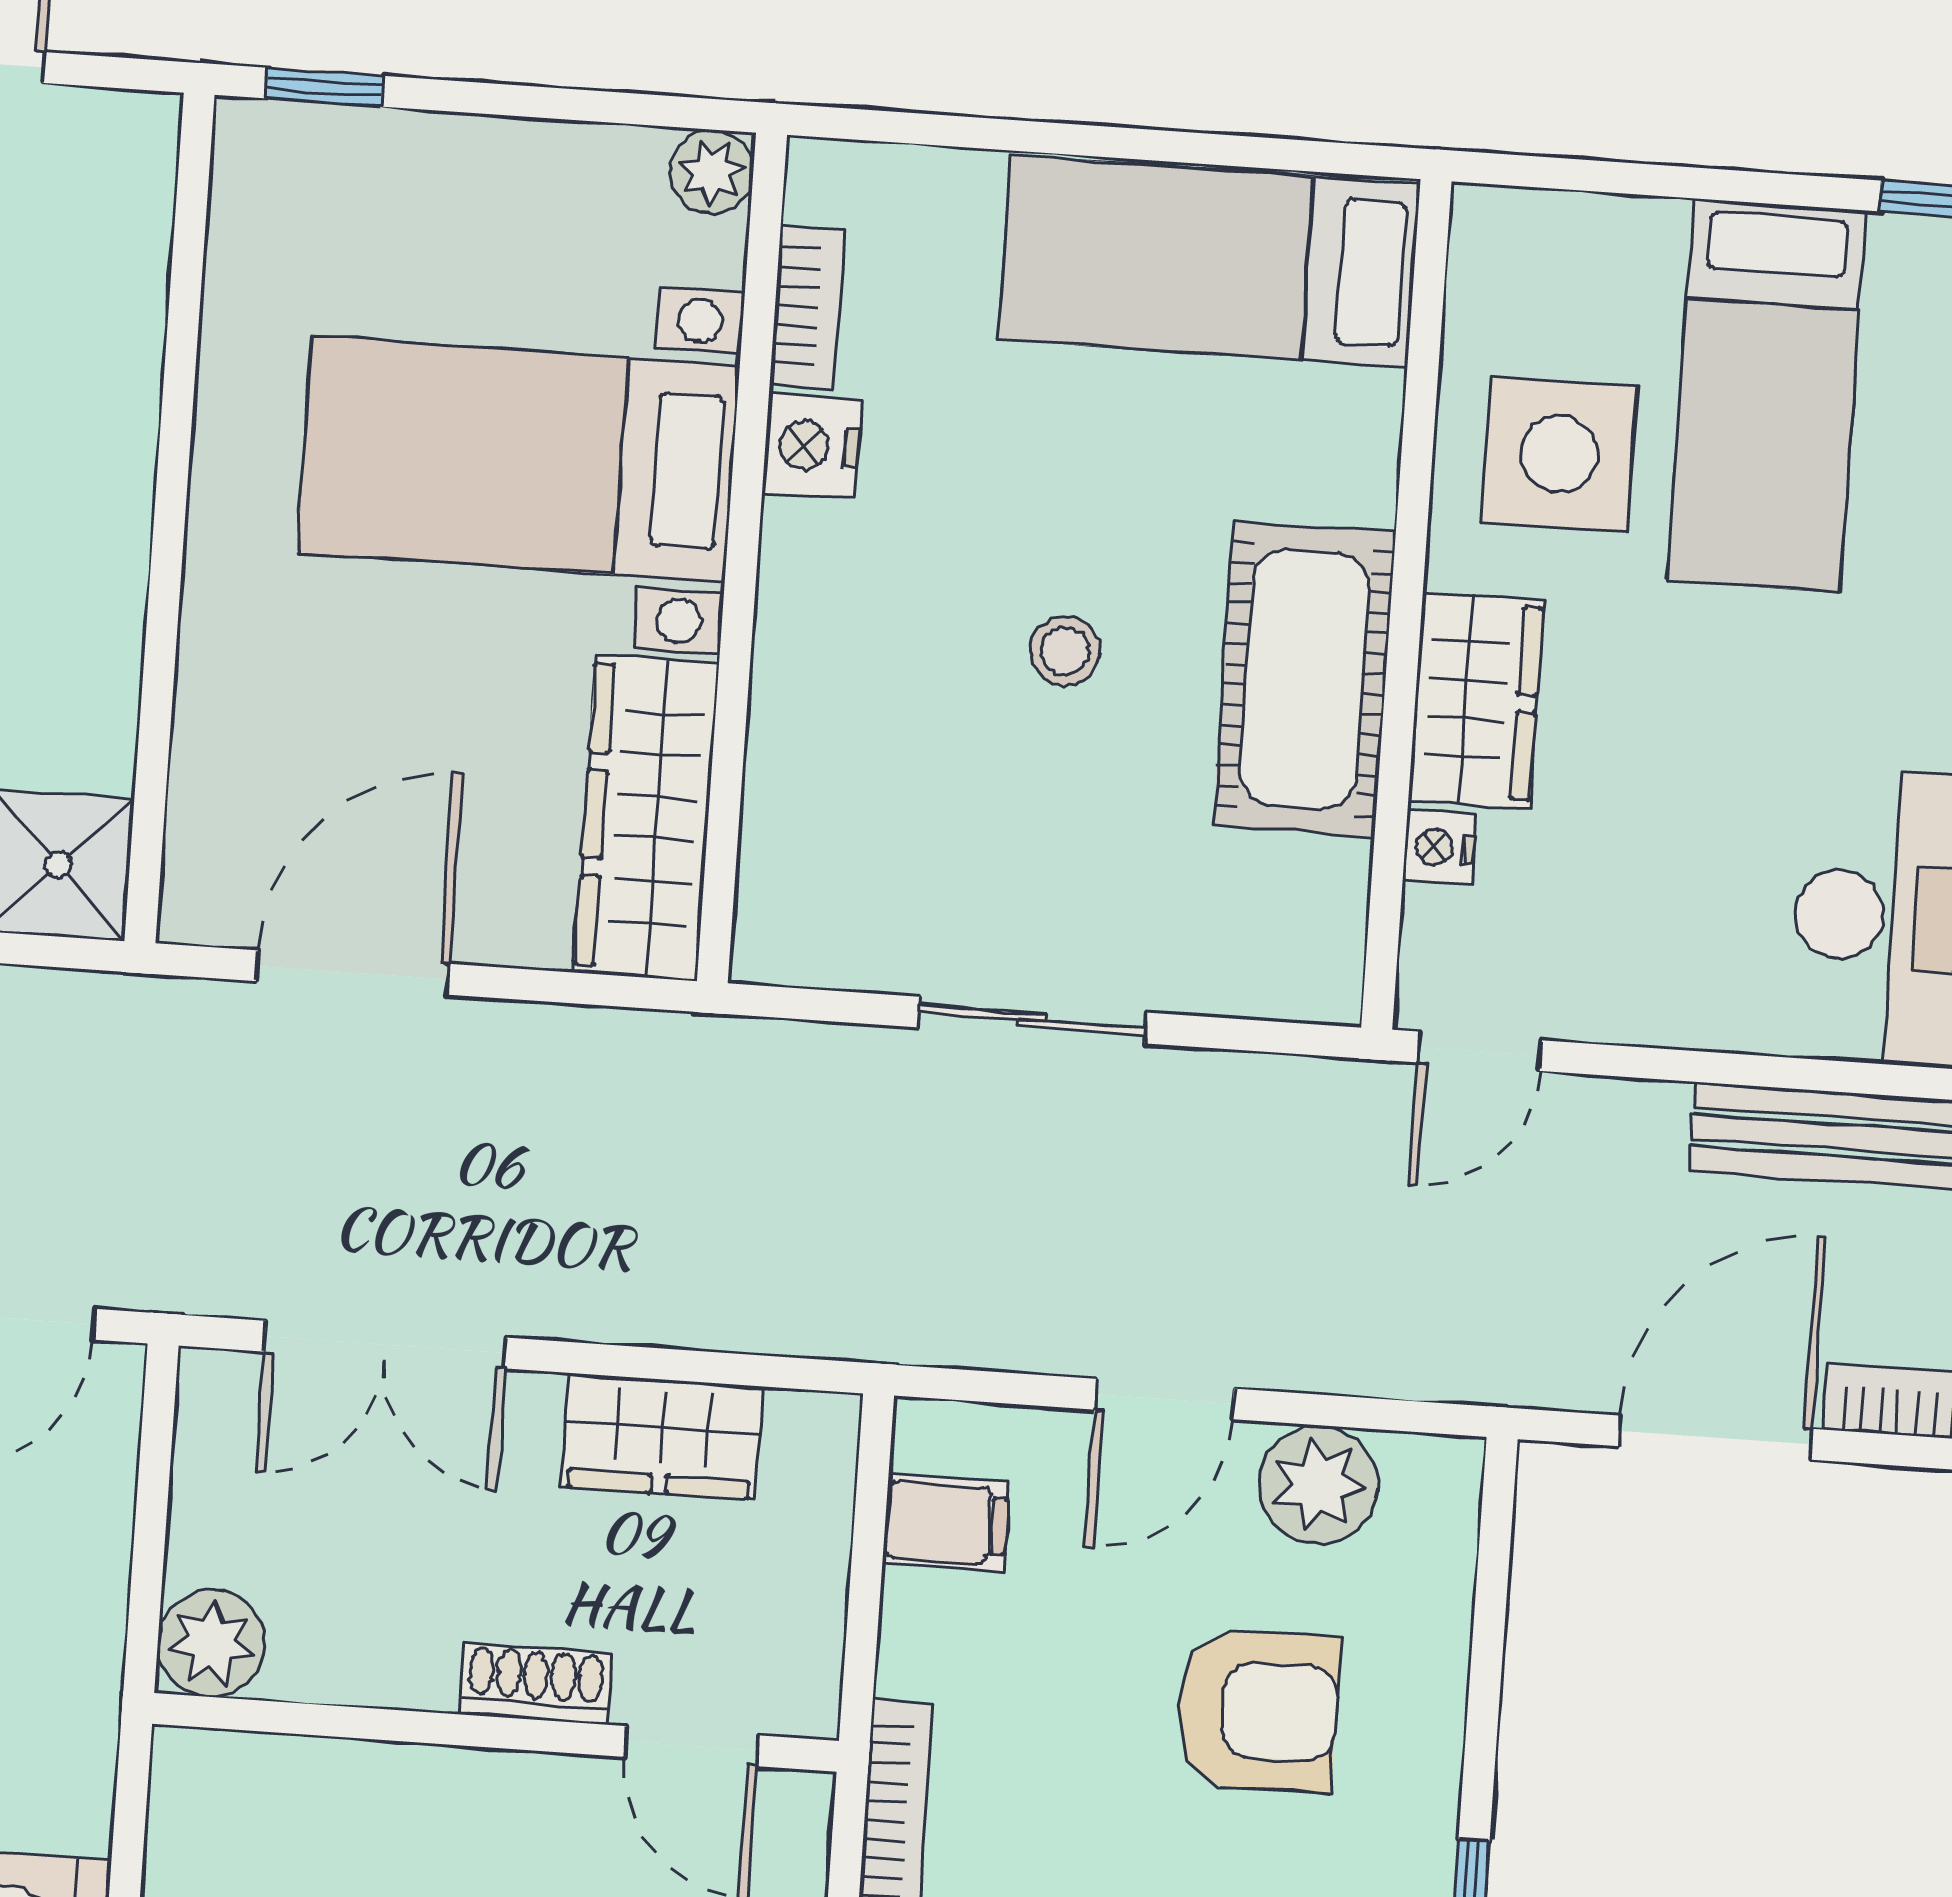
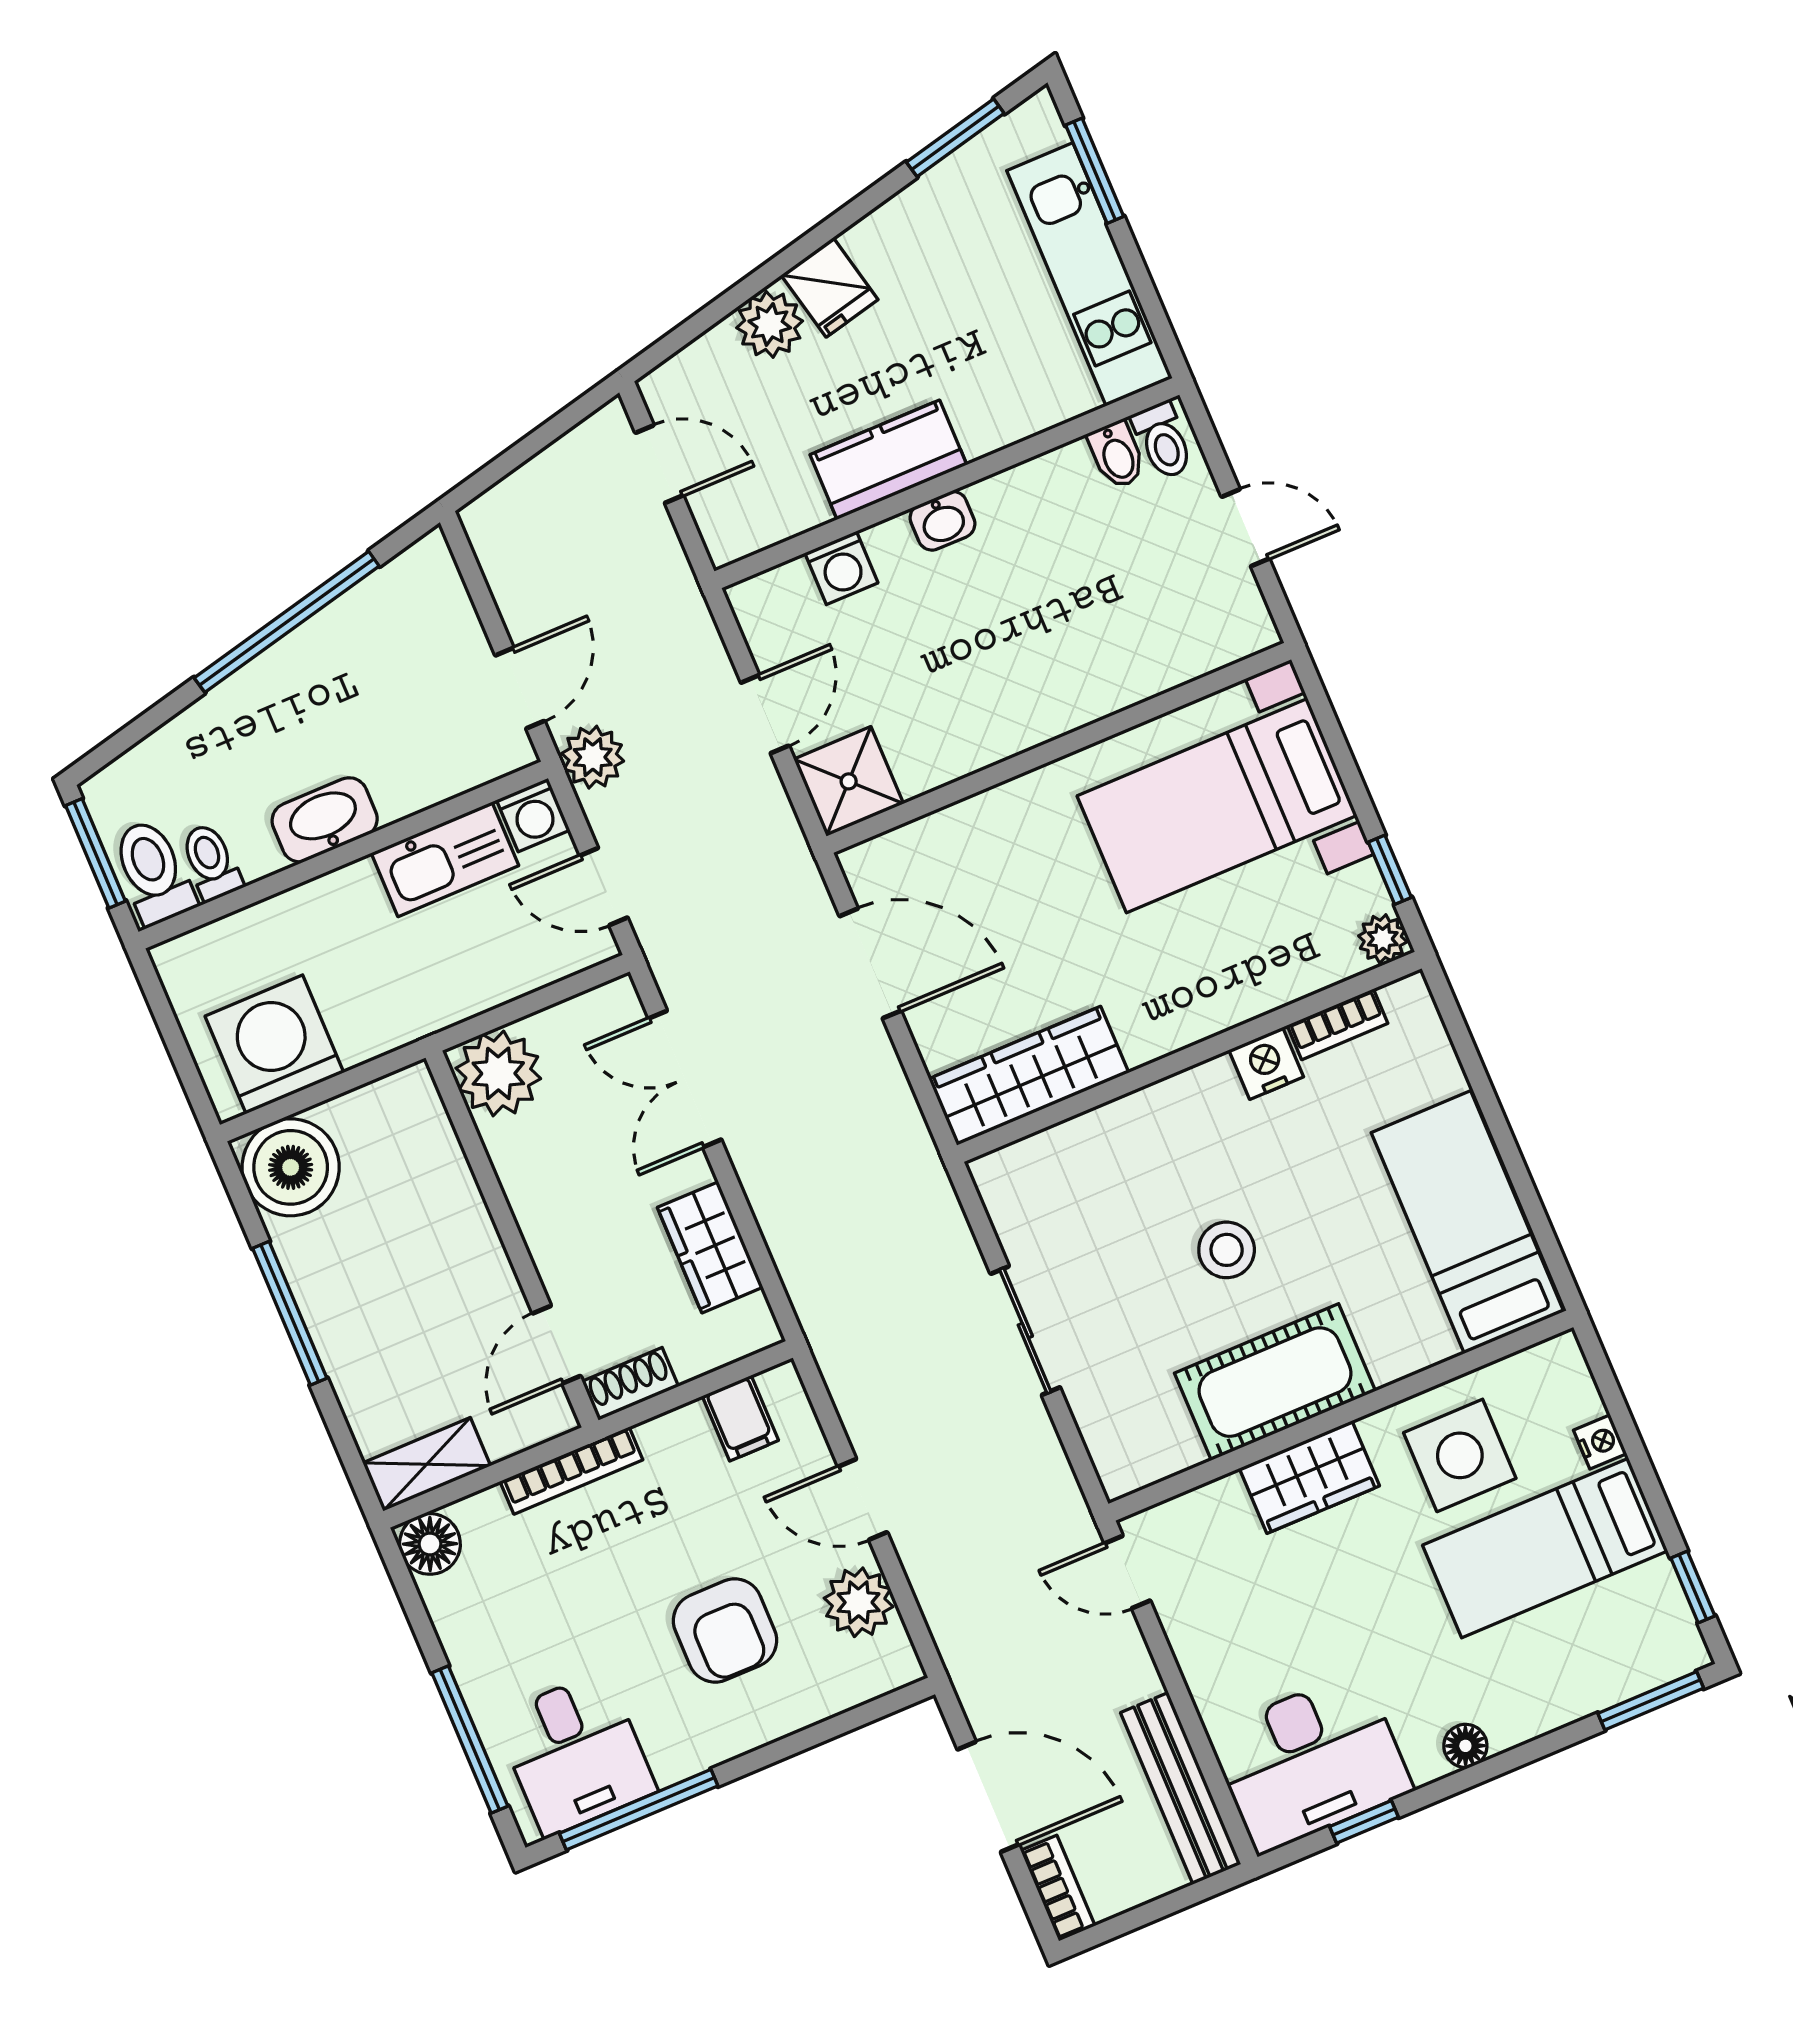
window: (325, 87) -> (1390, 870), moved
bed with nightstands: (519, 459) -> (1217, 806), moved, turned -90
stool: (1065, 651) -> (1227, 1250), width x1.37, depth x1.37
nightstand: (1439, 847) -> (1600, 1442), moved, turned 90
plant: (211, 1643) -> (498, 1073), width x1.36, depth x1.36
shoe rack: (536, 1683) -> (630, 1384), moved, turned -90

